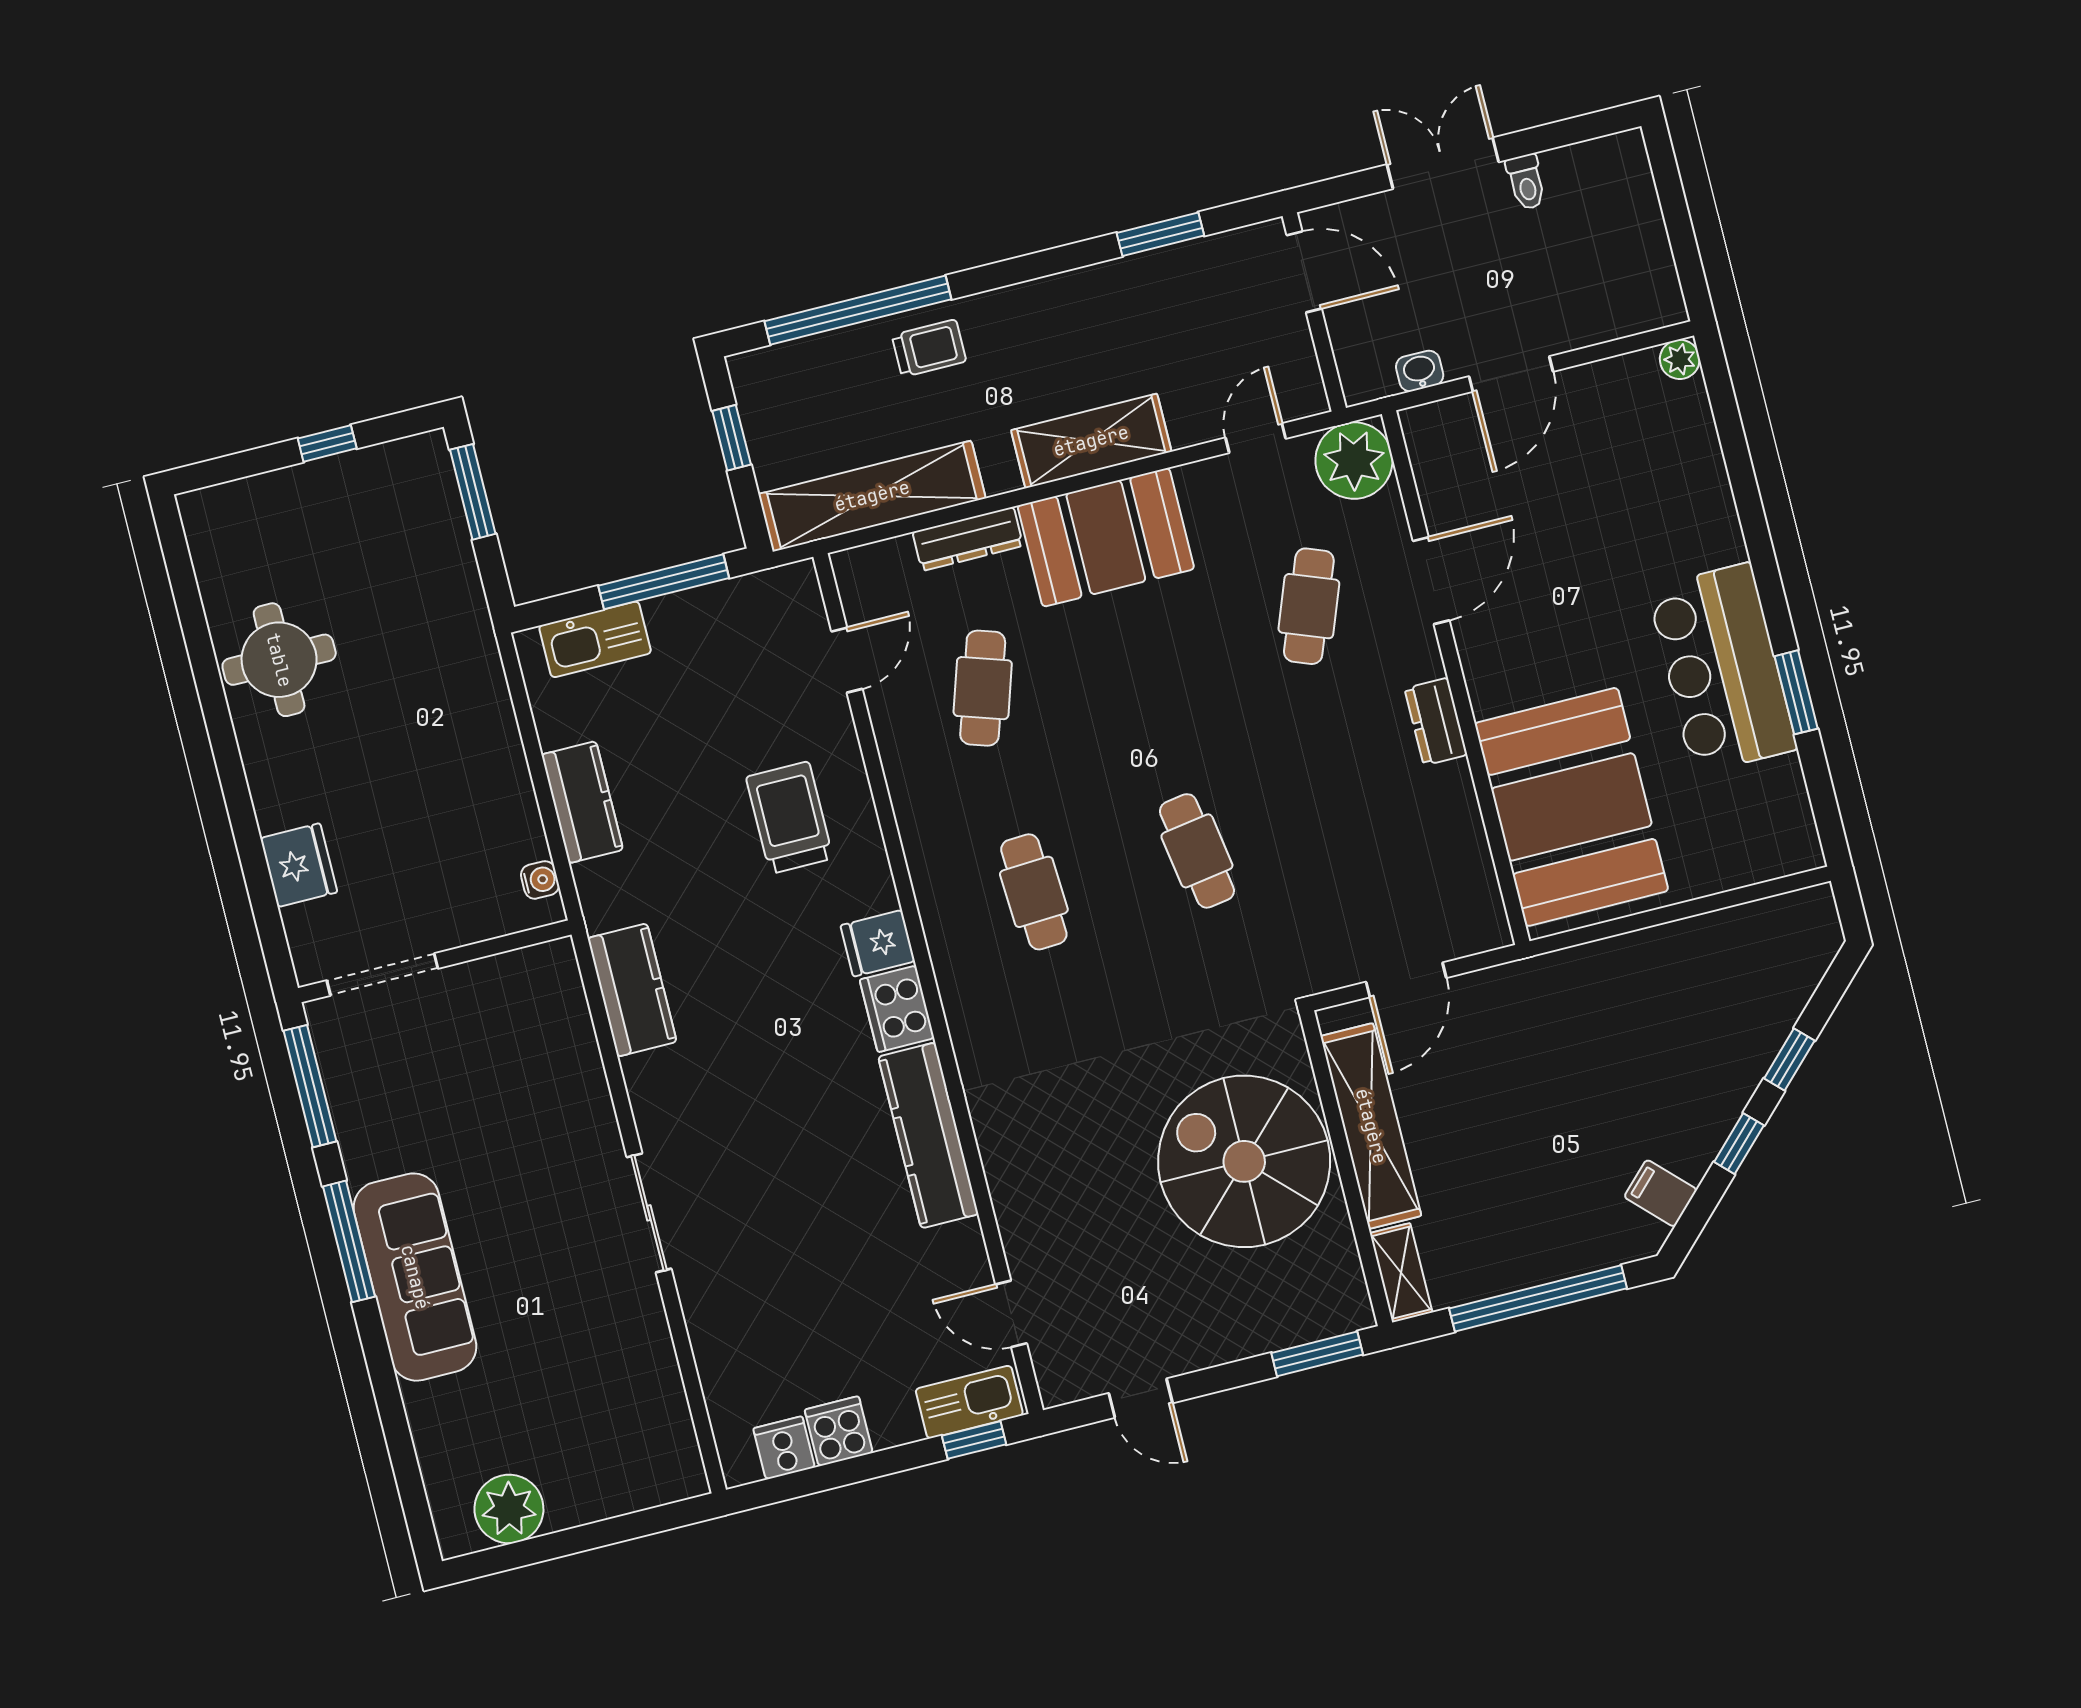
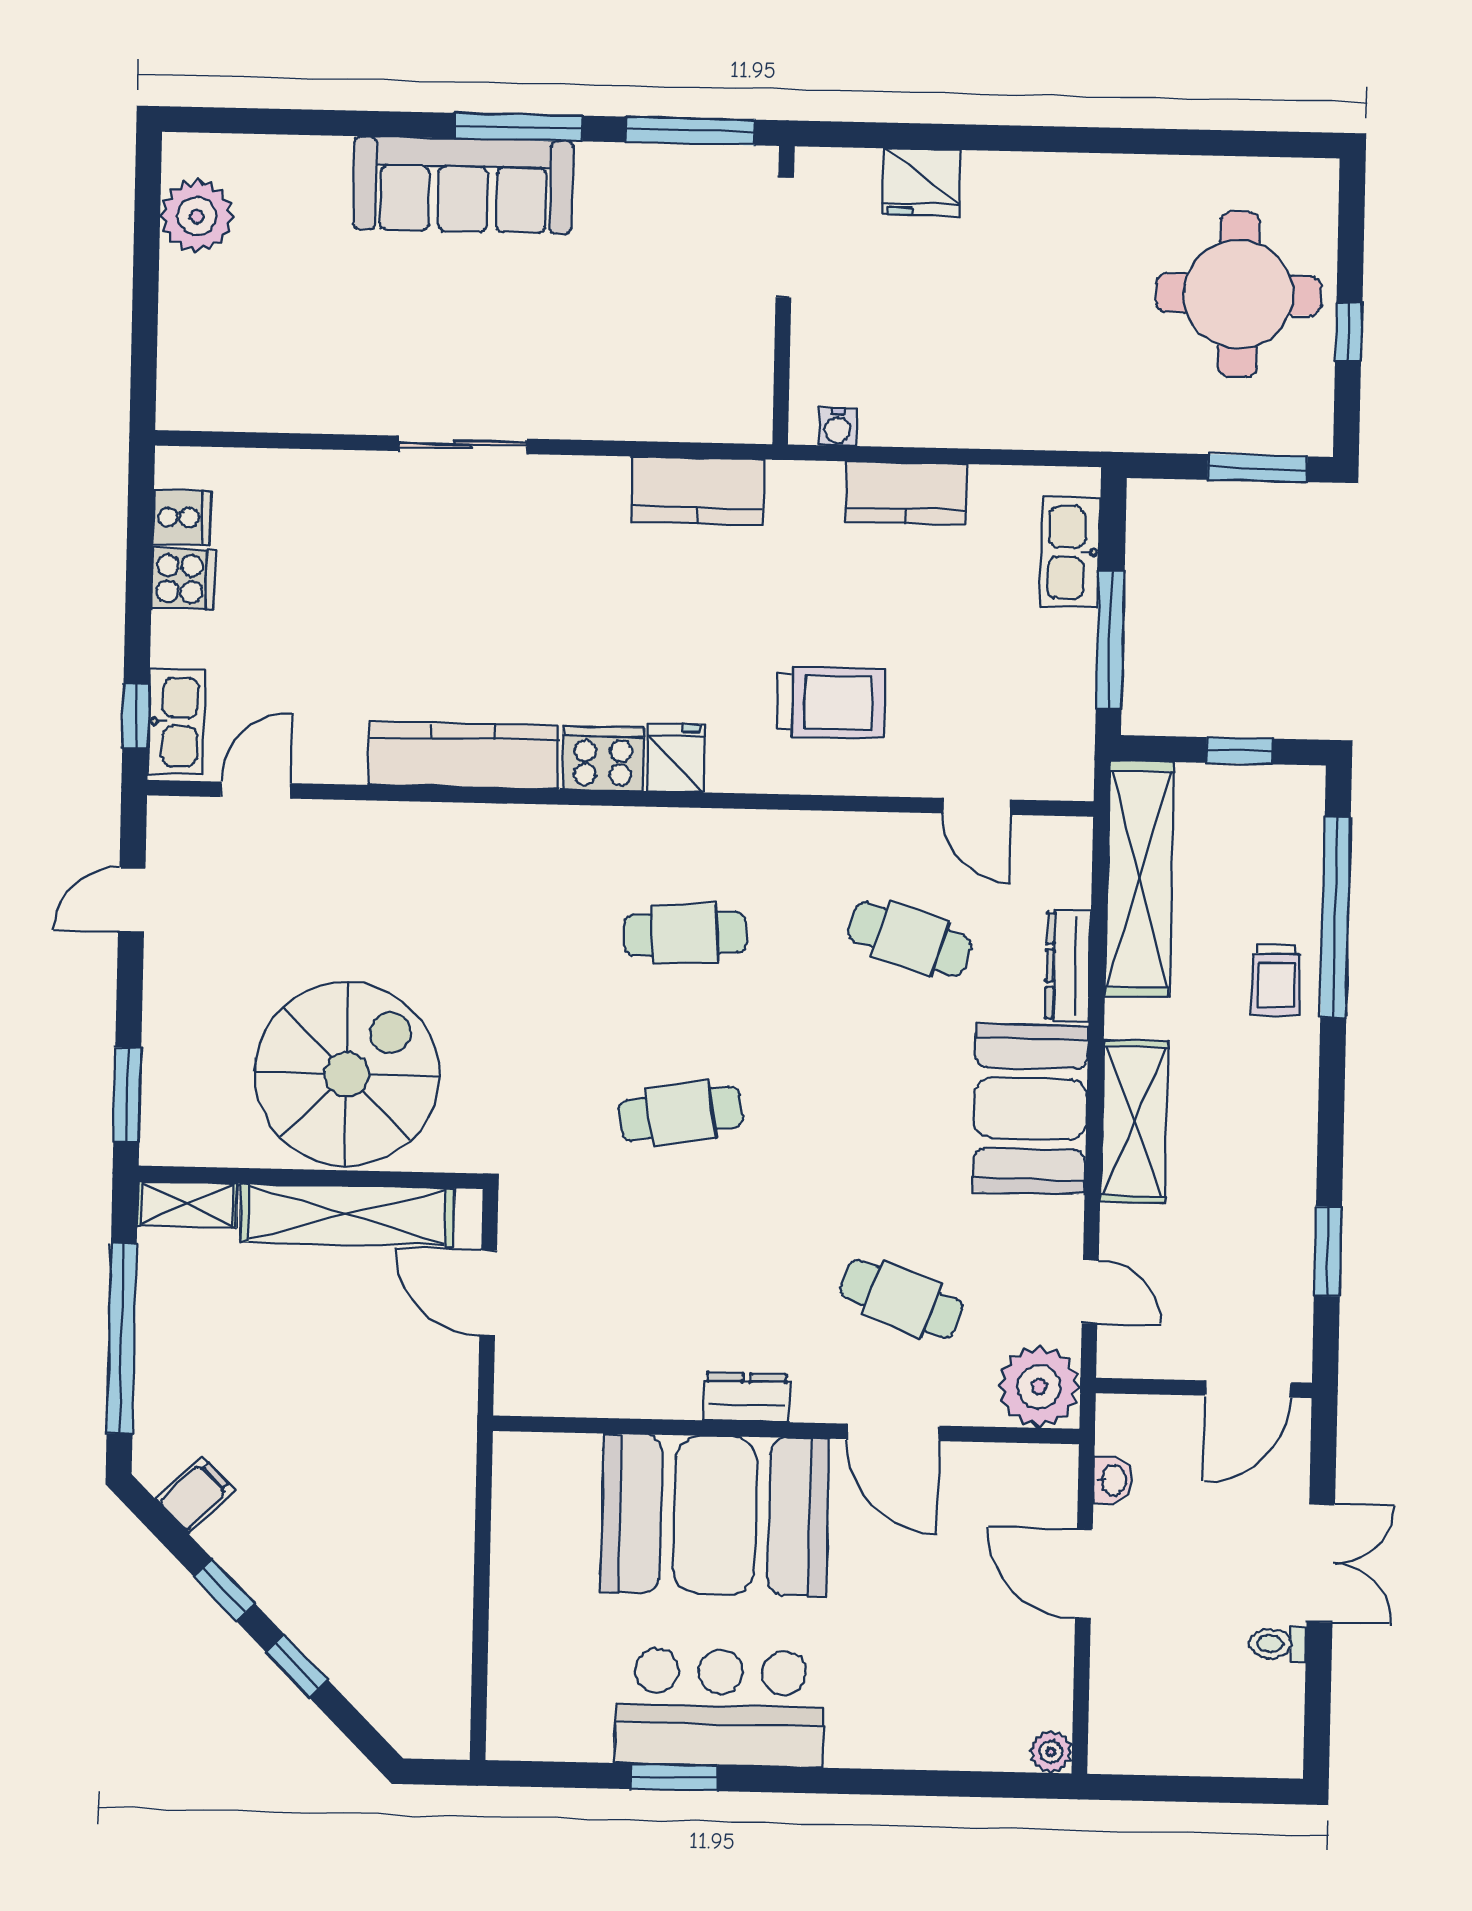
round table: (279, 660) -> (1239, 294), moved, width x1.36, depth x1.36
booth: (1572, 807) -> (715, 1515), moved

